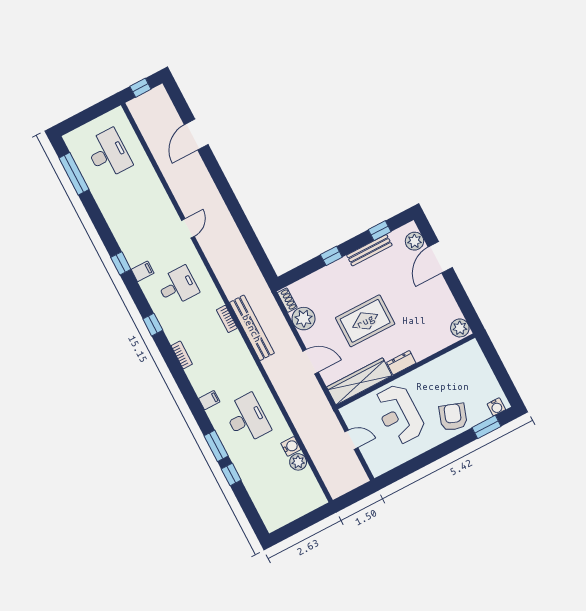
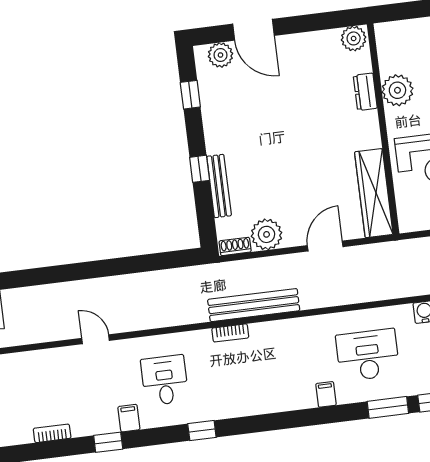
bench: (369, 250) -> (219, 186), moved
rug: (365, 321) -> (299, 157), removed
bookcase: (182, 355) -> (52, 433), moved
dresser: (401, 363) -> (365, 92), moved
plant: (436, 371) -> (397, 90), added

